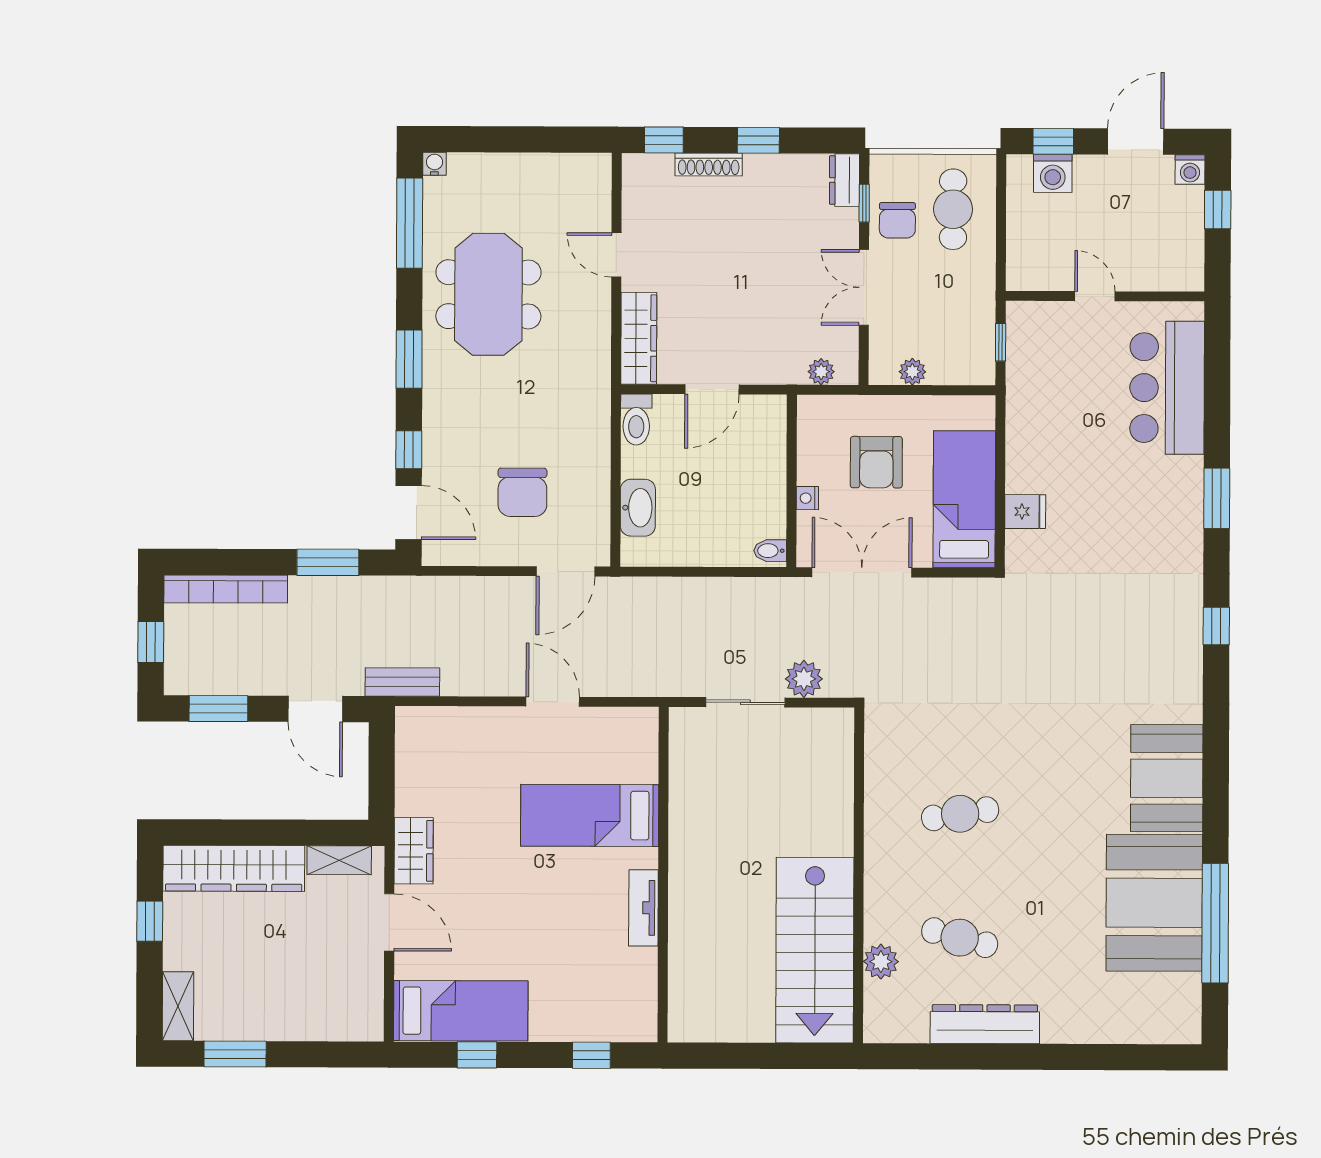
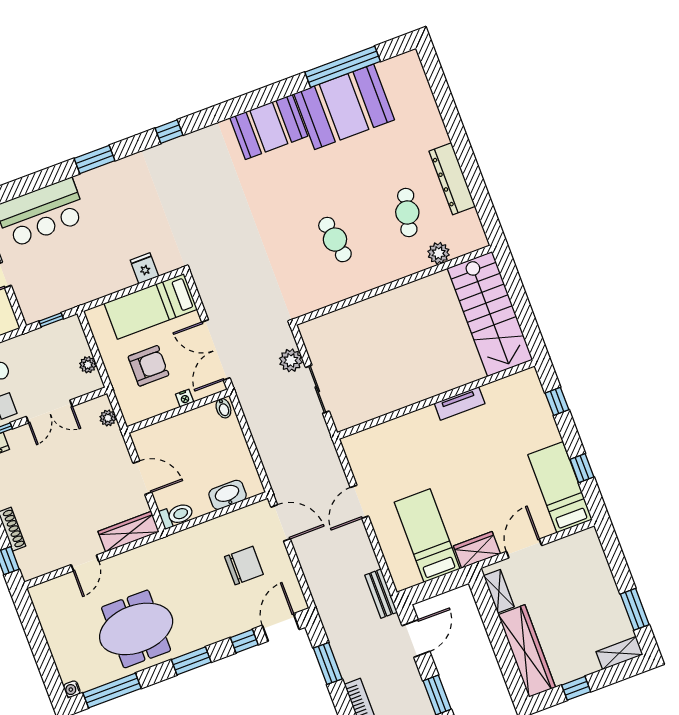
bed: (590, 815) -> (427, 536), moved, turned 180
stairs: (815, 950) -> (490, 314), moved, turned 90

